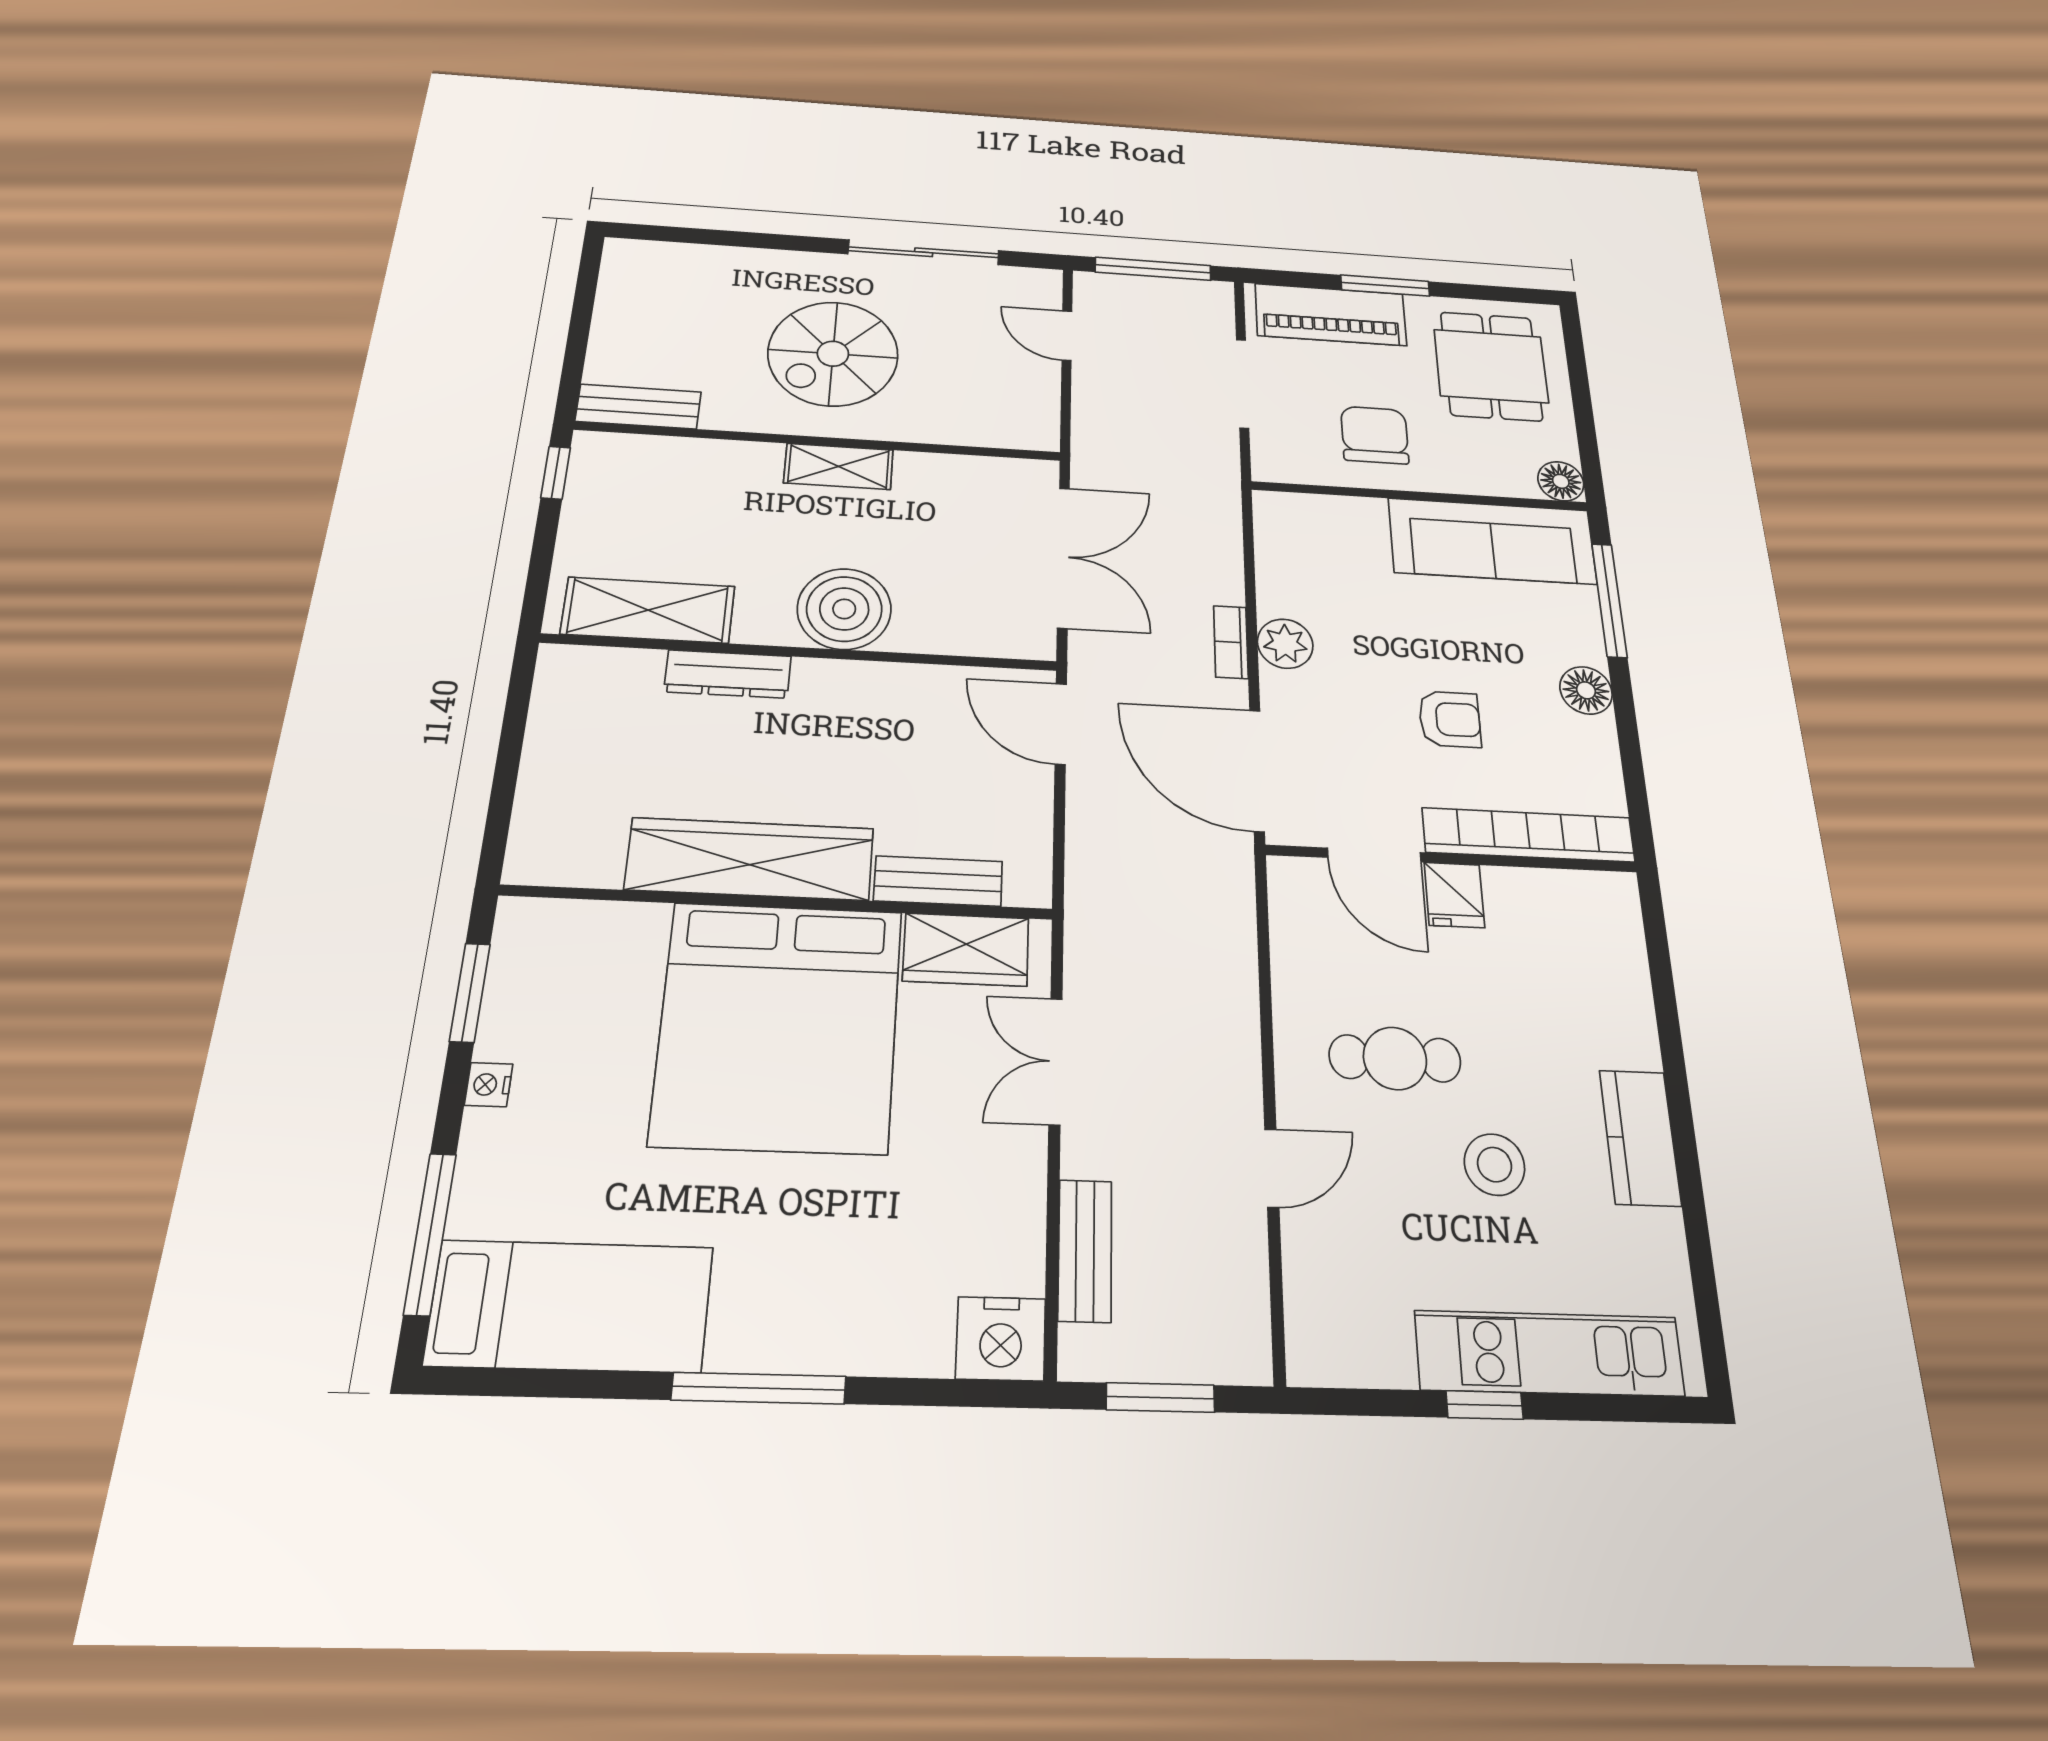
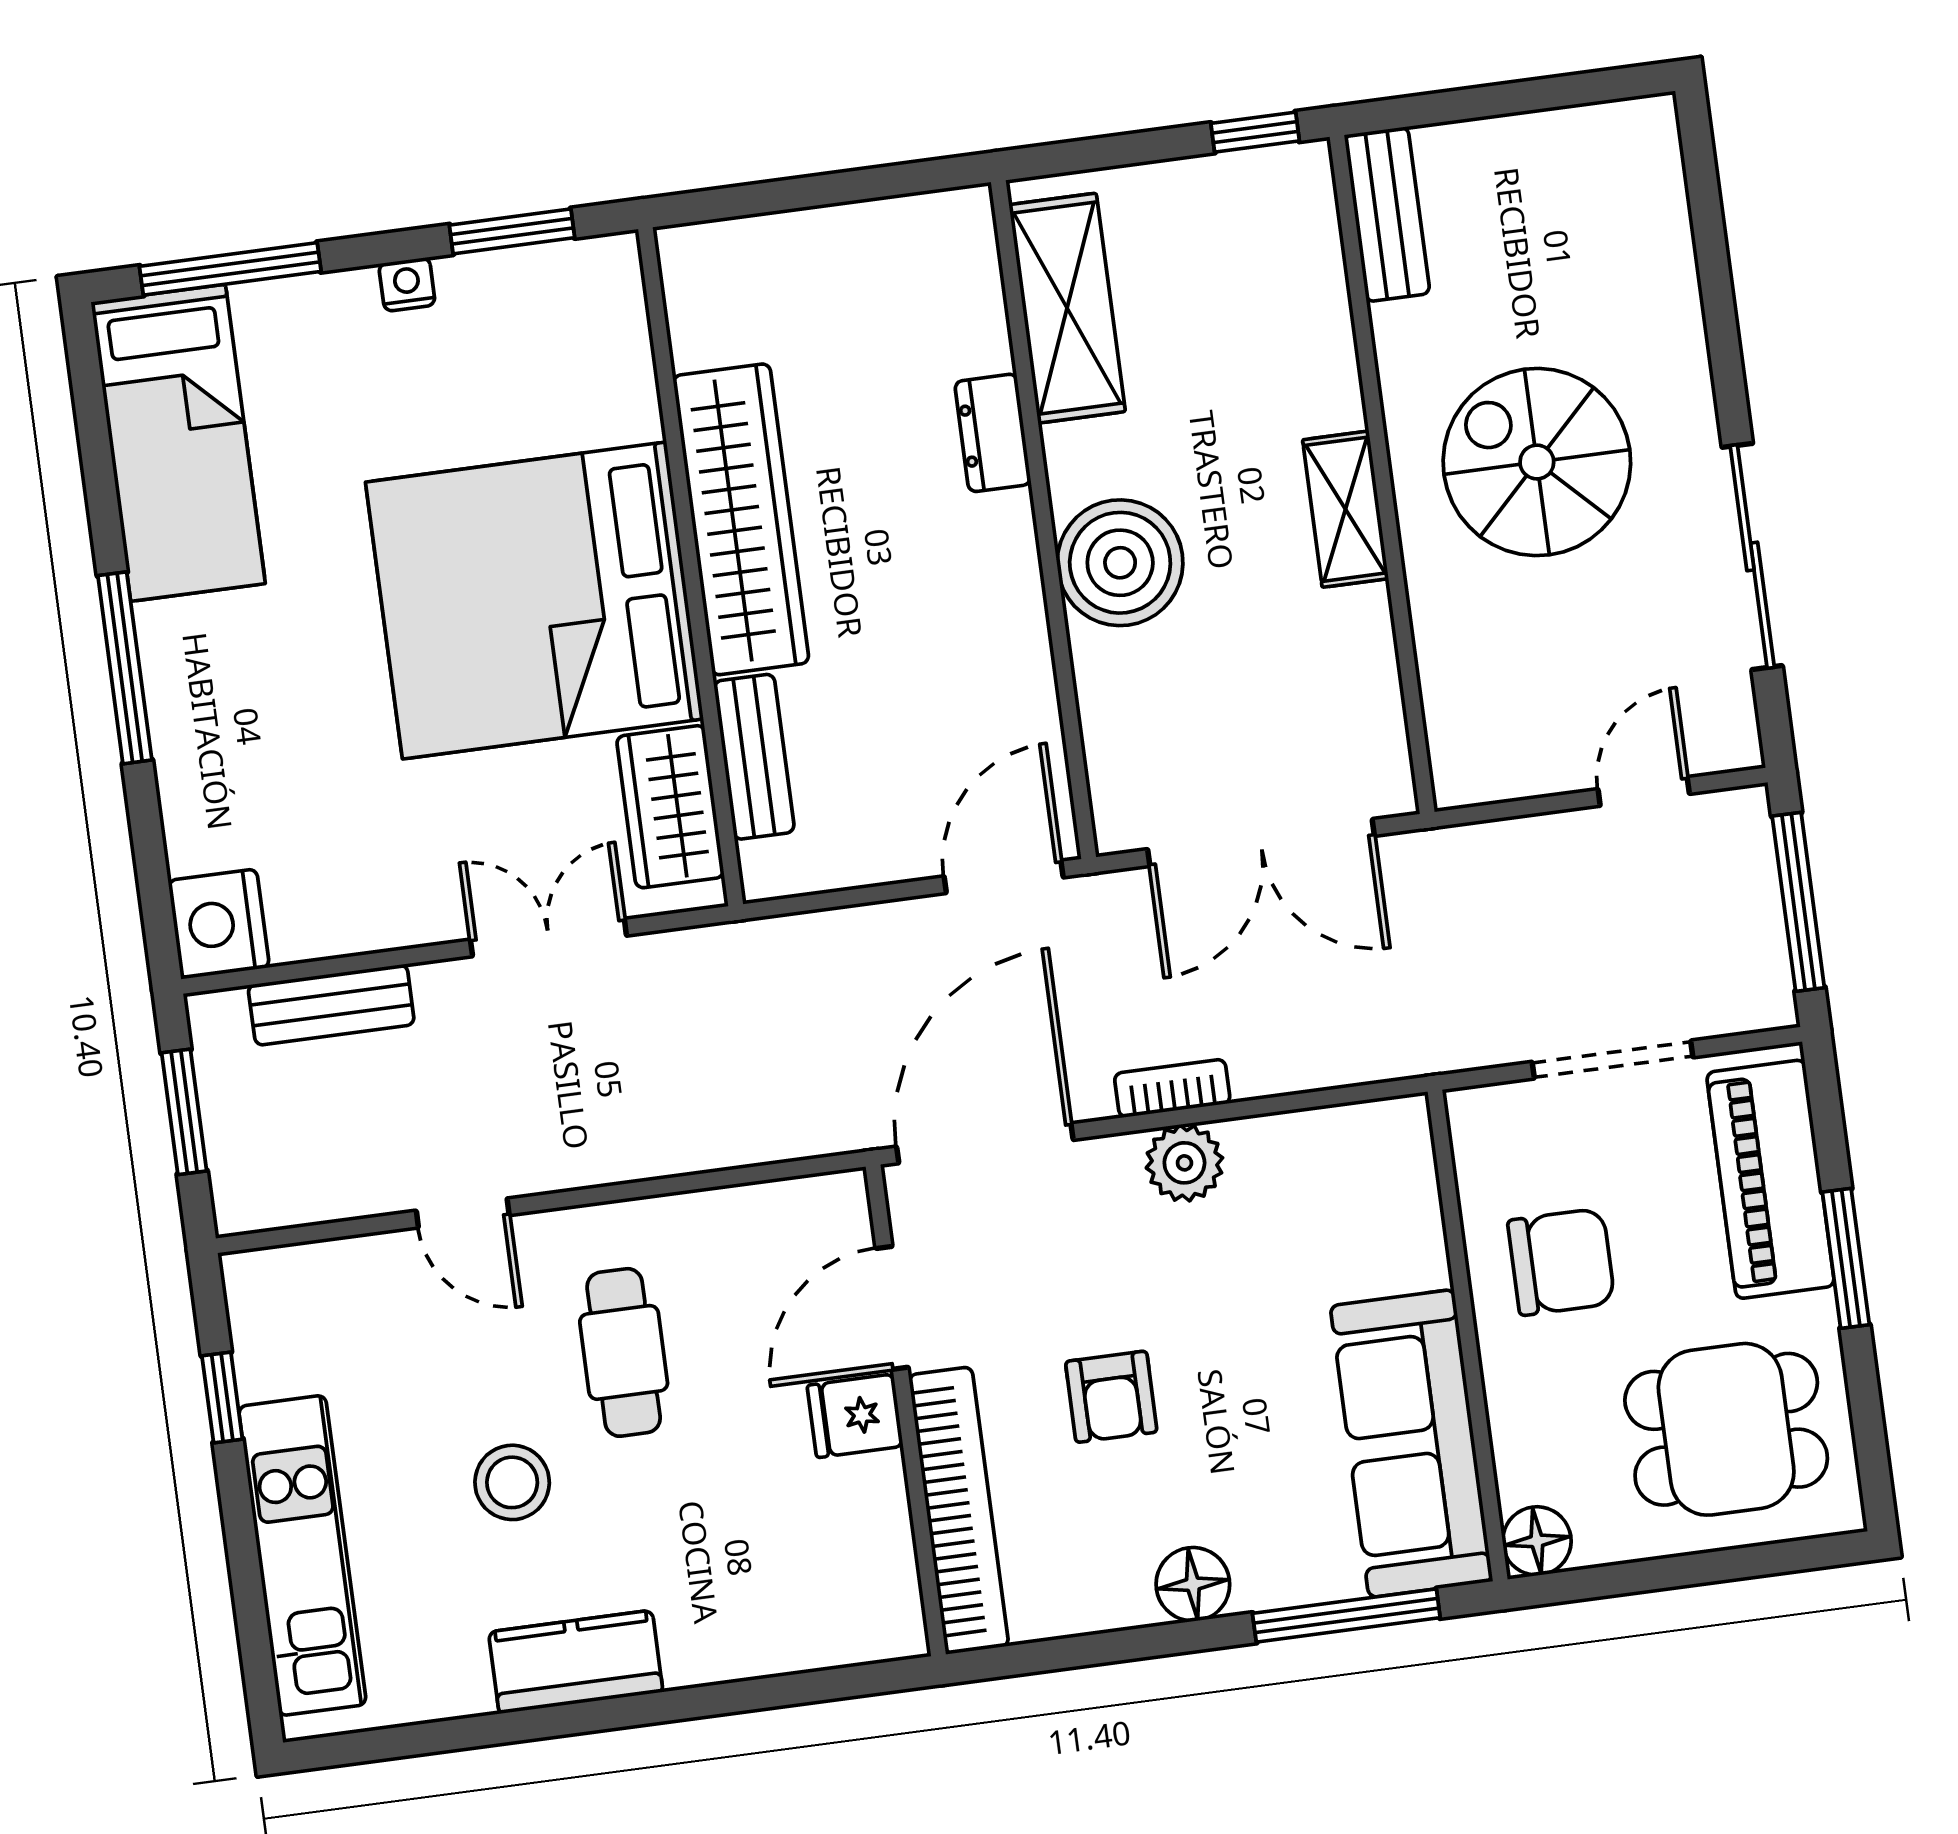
dresser: (728, 674) -> (993, 433), width x0.70
window: (1484, 1405) -> (222, 1397), moved

